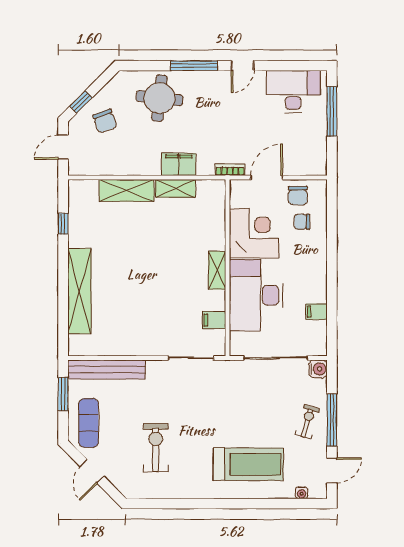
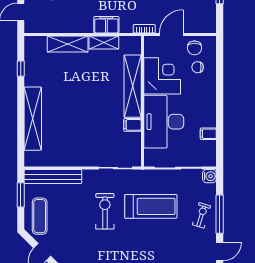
shelving: (217, 270) -> (133, 86), width x2.20, depth x1.33
filing cabinet: (214, 320) -> (132, 125), moved
exercise bike: (156, 448) -> (105, 211), moved
treadmill: (248, 464) -> (151, 206), moved

